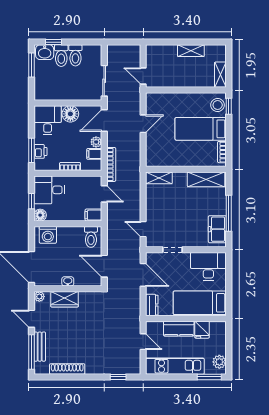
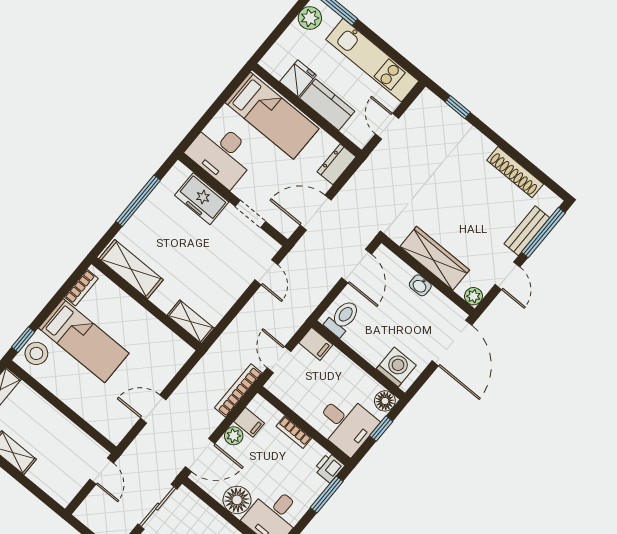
printer: (40, 151) -> (329, 468), moved
freezer: (217, 229) -> (202, 199), moved, turned 90
door: (143, 275) -> (316, 213), hinge flipped
wardrobe: (65, 299) -> (435, 258), width x1.50

